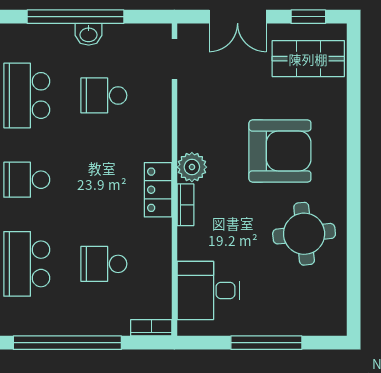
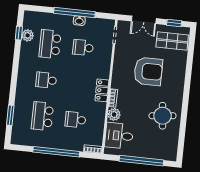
armchair: (280, 151) -> (148, 71), moved
plant: (192, 167) -> (114, 114), moved
window: (266, 343) -> (141, 161), width x1.46

